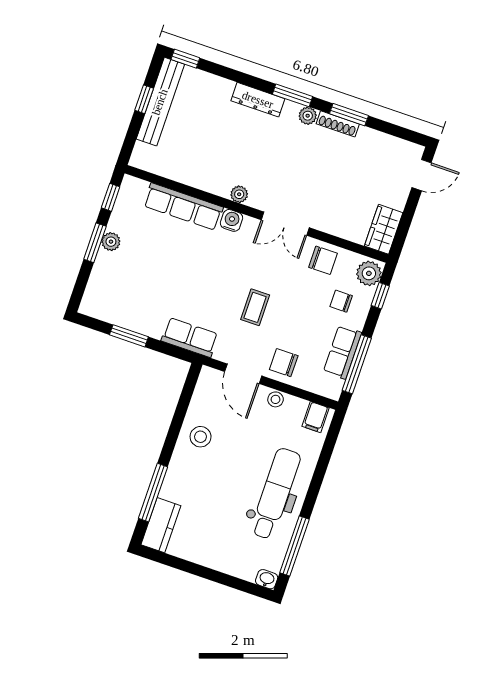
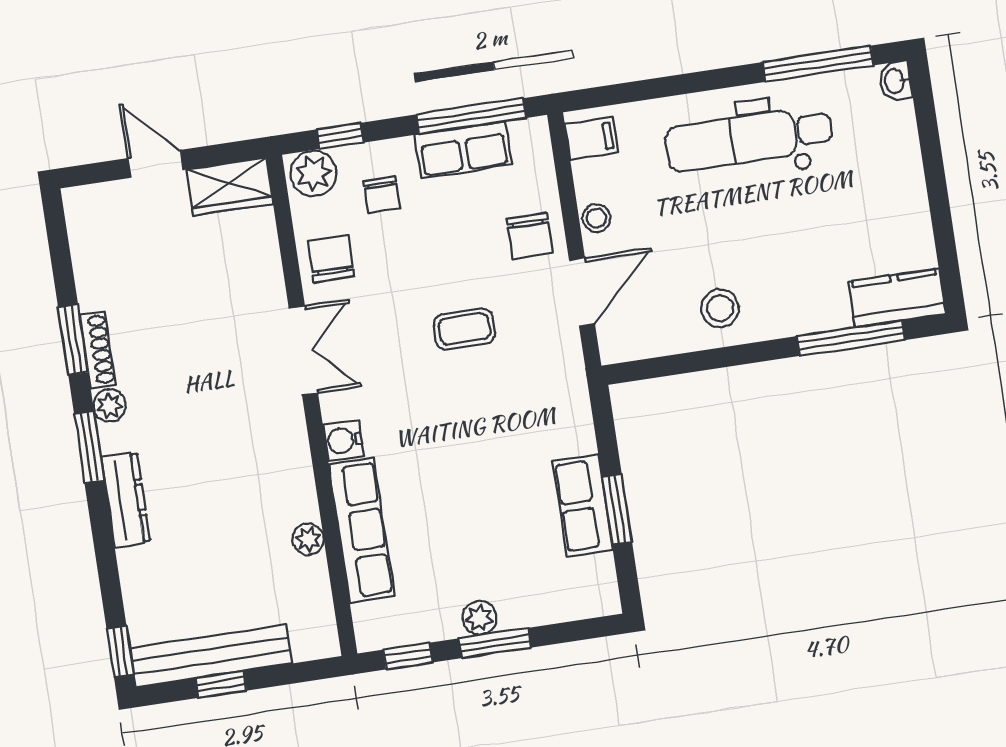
door: (421, 175) -> (156, 164), moved
plant: (239, 194) -> (308, 539), moved
row of seats: (190, 337) -> (583, 505), moved

